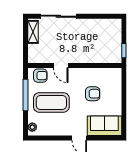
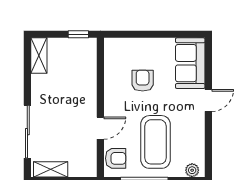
shelving: (110, 24) -> (39, 56), added
armchair: (40, 76) -> (116, 158), turned 90

